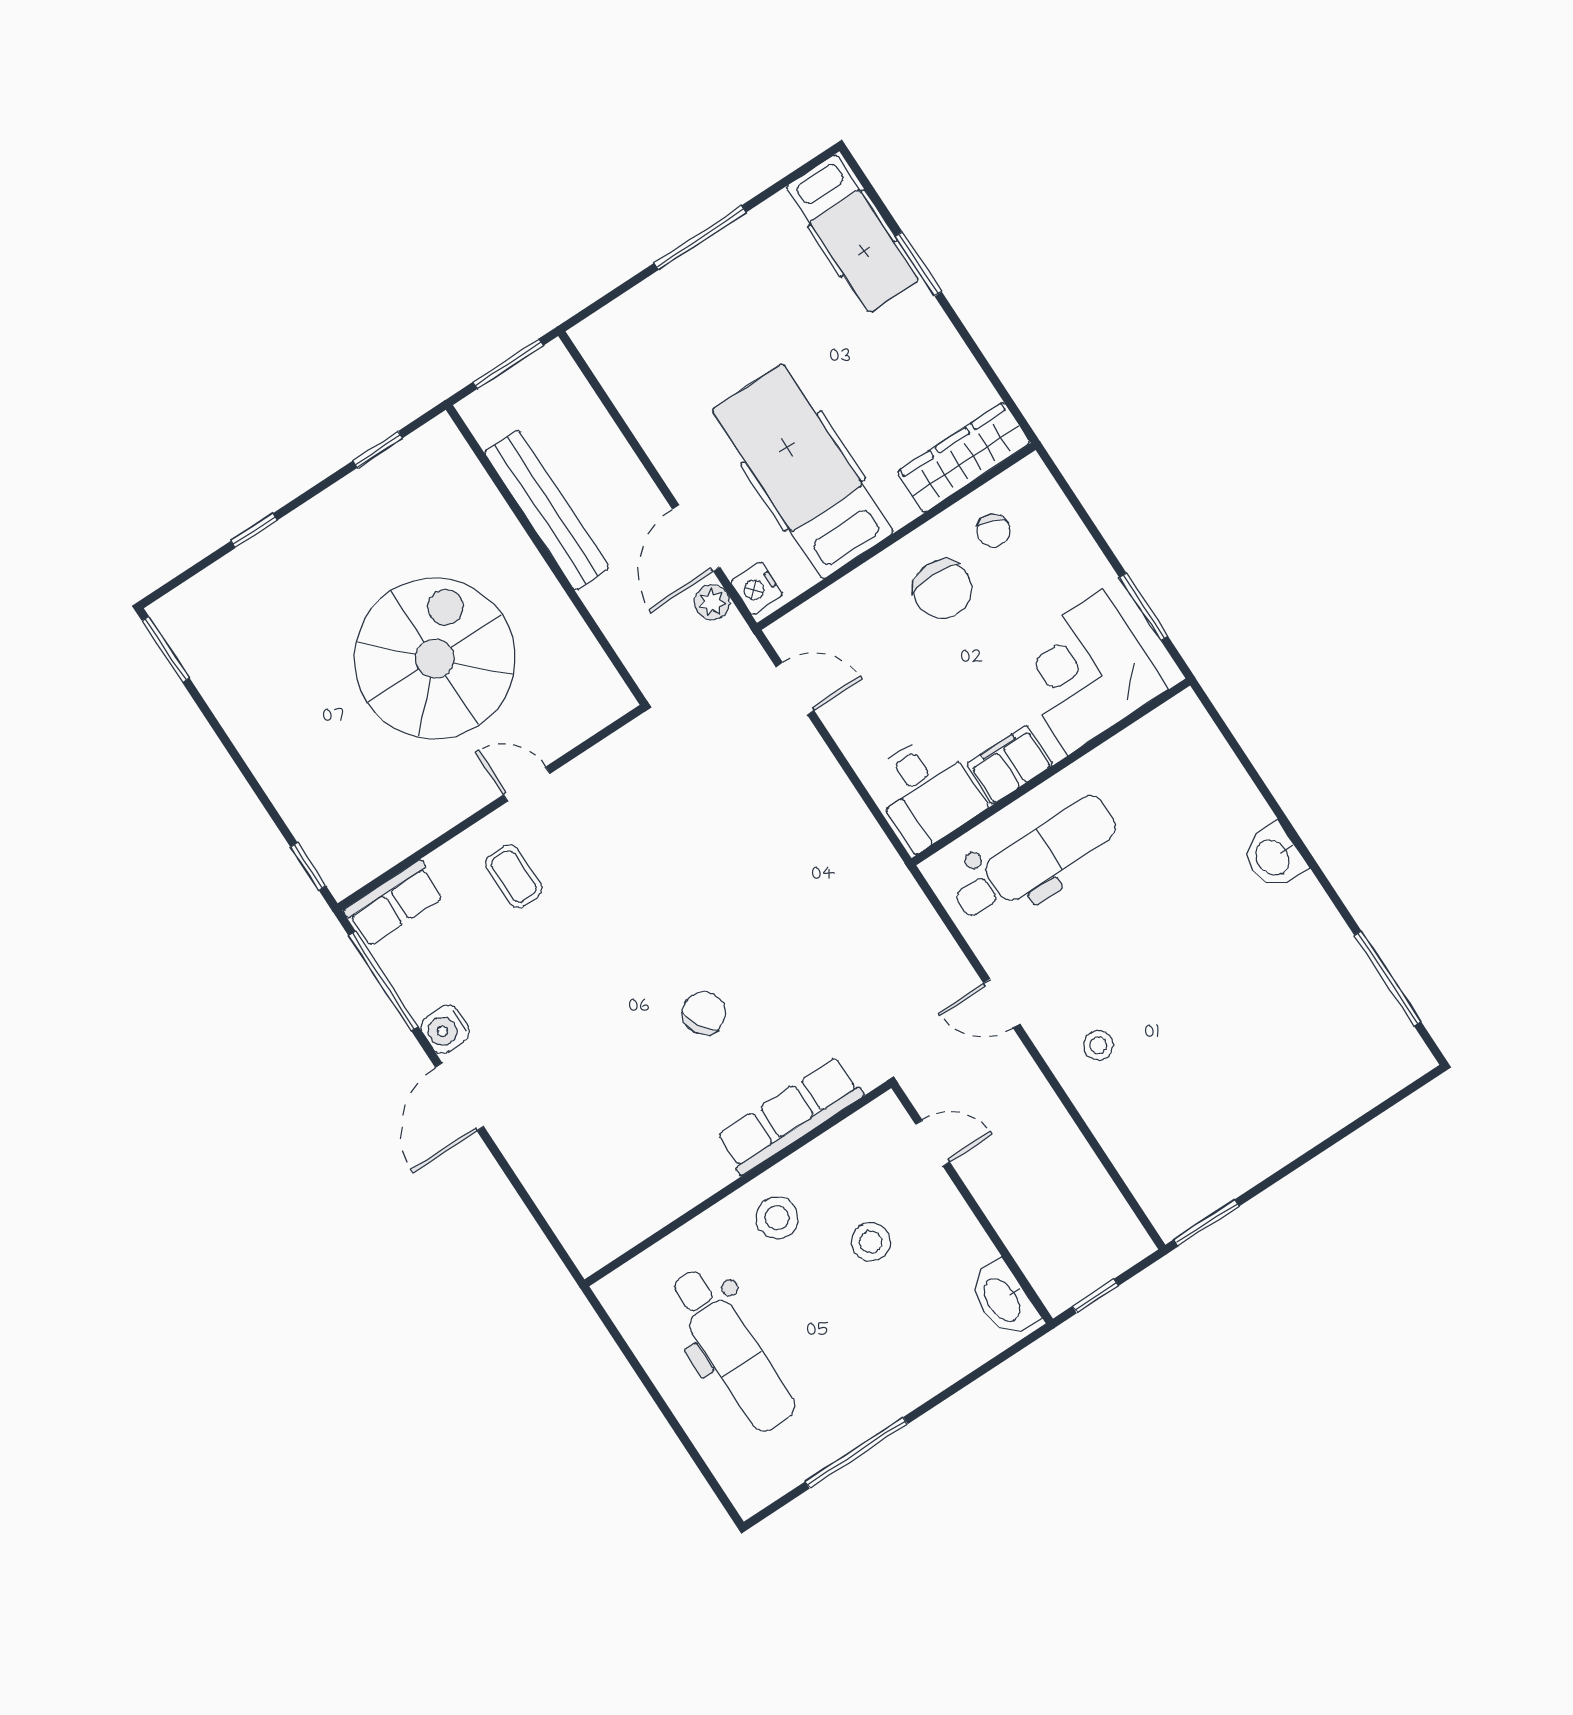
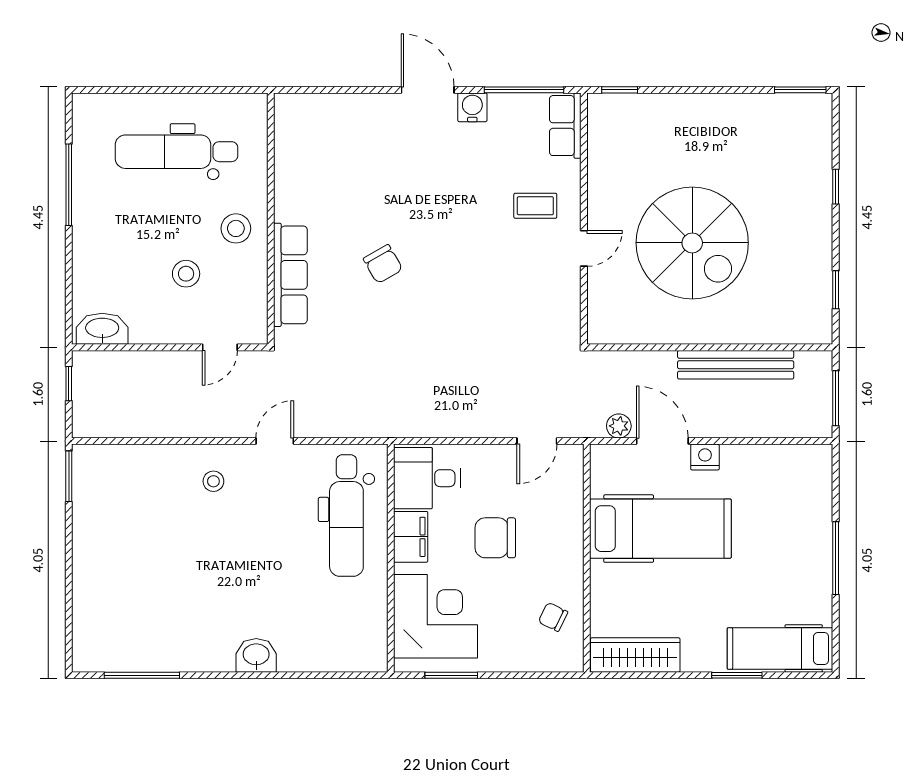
wardrobe: (964, 457) -> (635, 655), moved, turned -90
nightstand: (757, 588) -> (705, 457), moved
chair: (943, 589) -> (495, 538), moved

